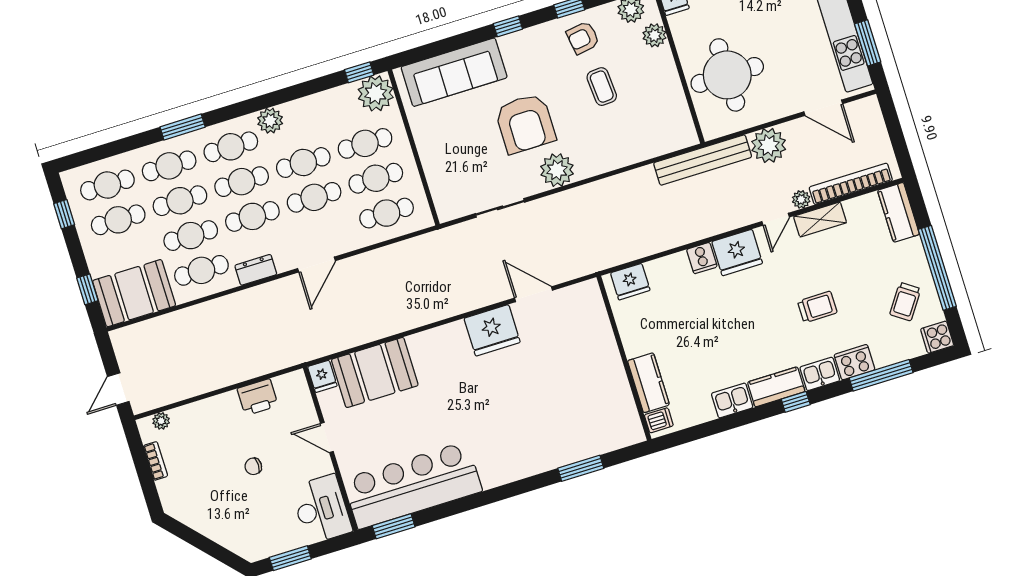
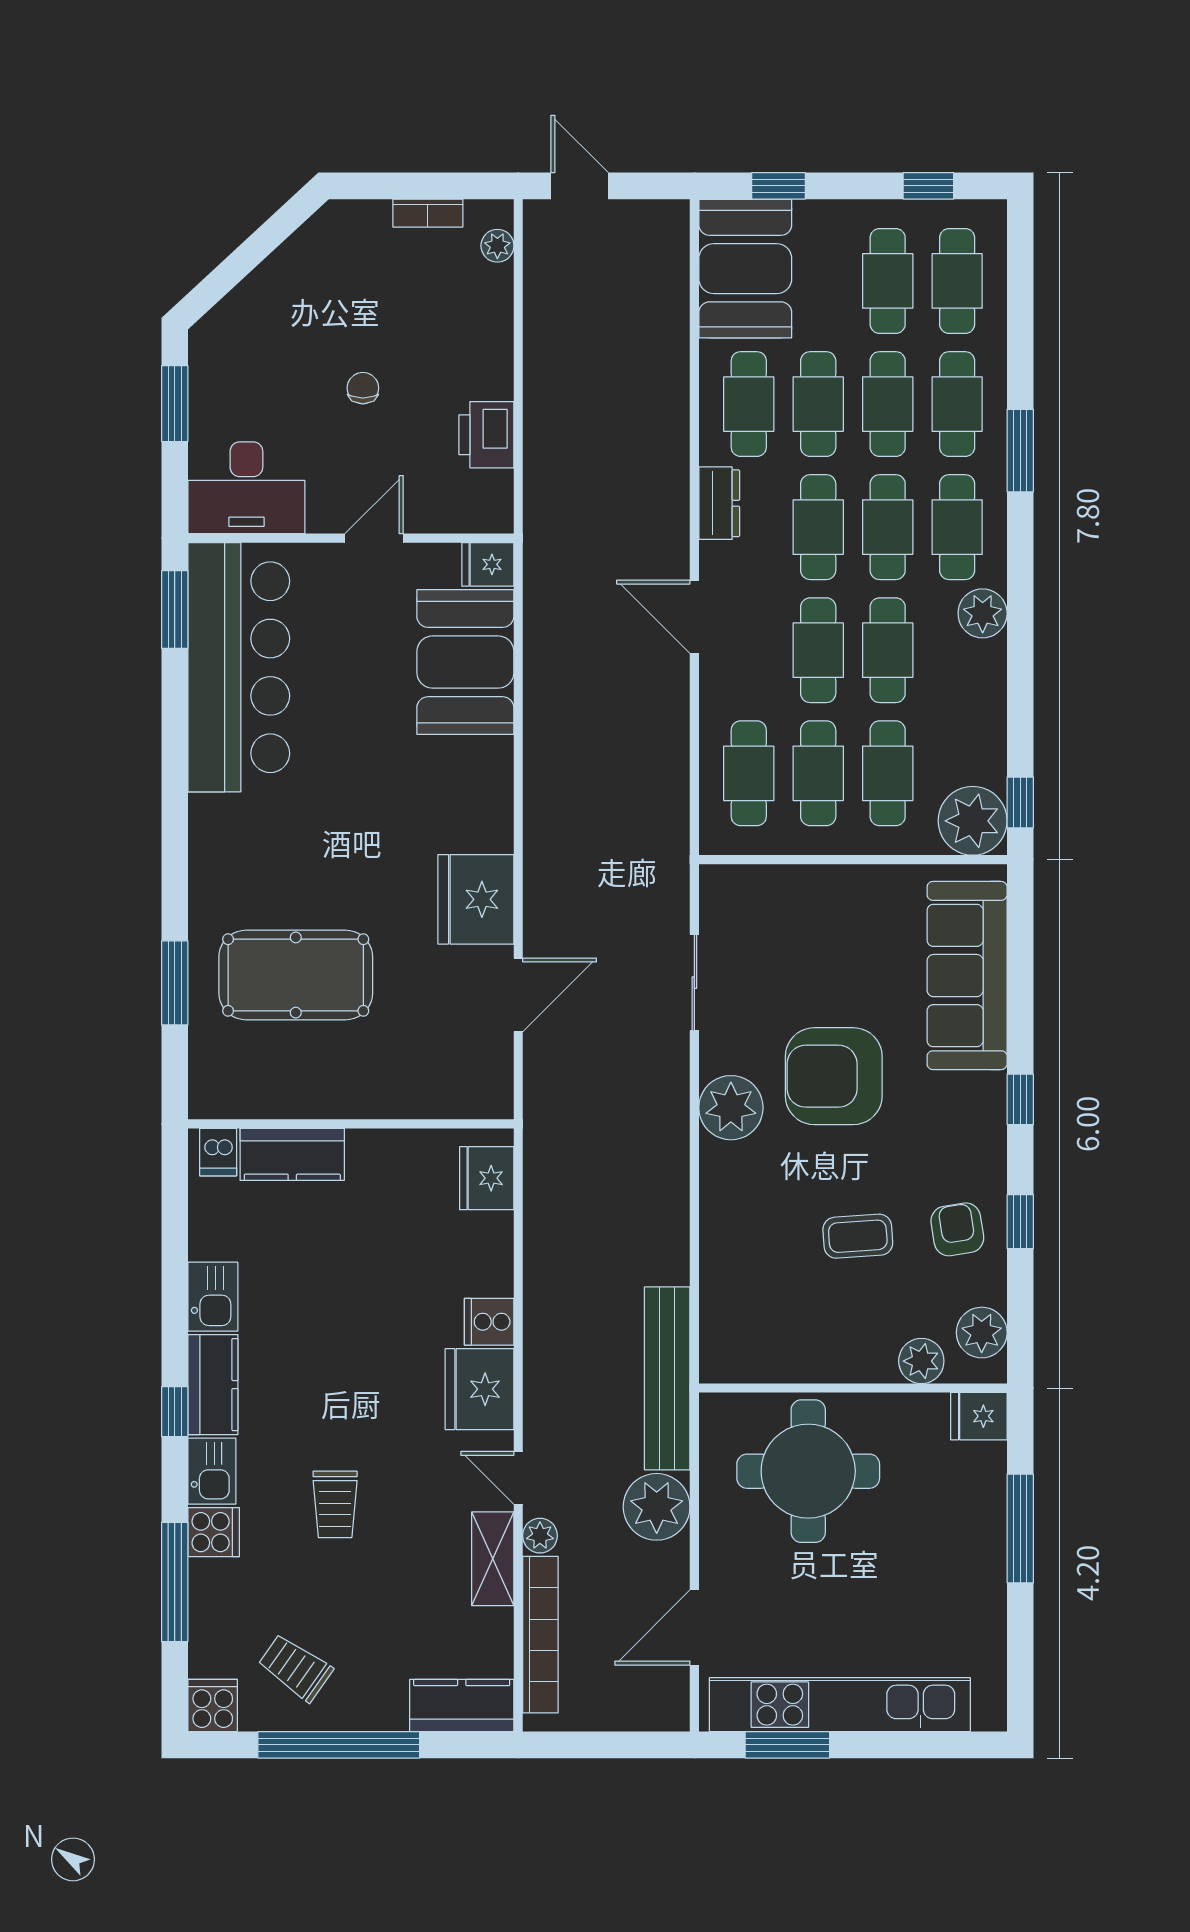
cooker: (855, 362) -> (214, 1532), width x0.73
pool table: (558, 409) -> (296, 975), added

